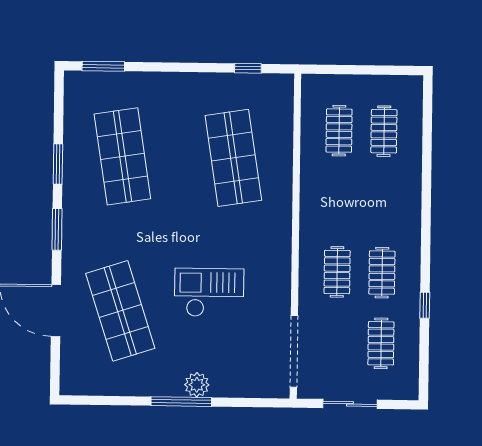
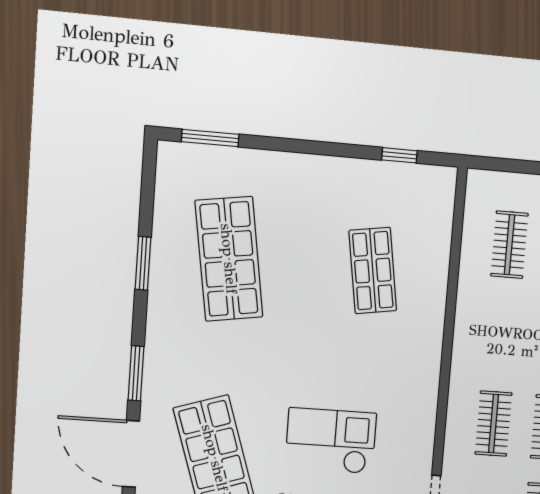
shop shelf: (233, 158) -> (373, 271), width x0.70, depth x0.74
window: (57, 229) -> (136, 373), moved

